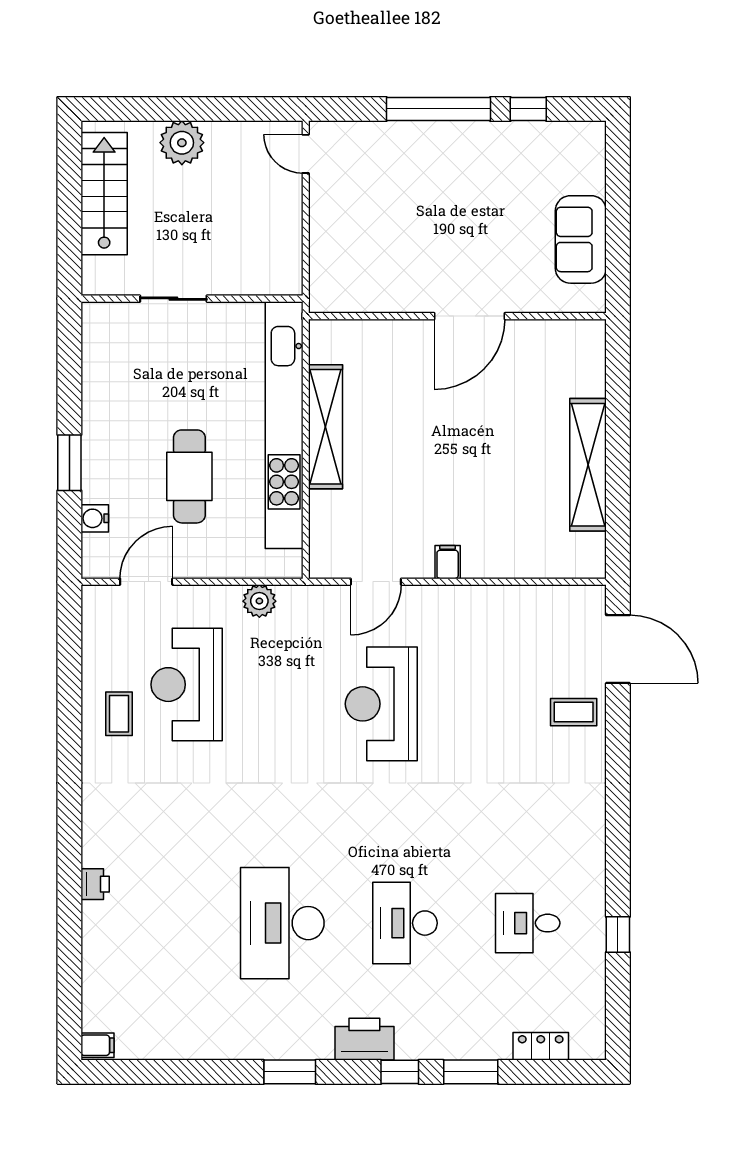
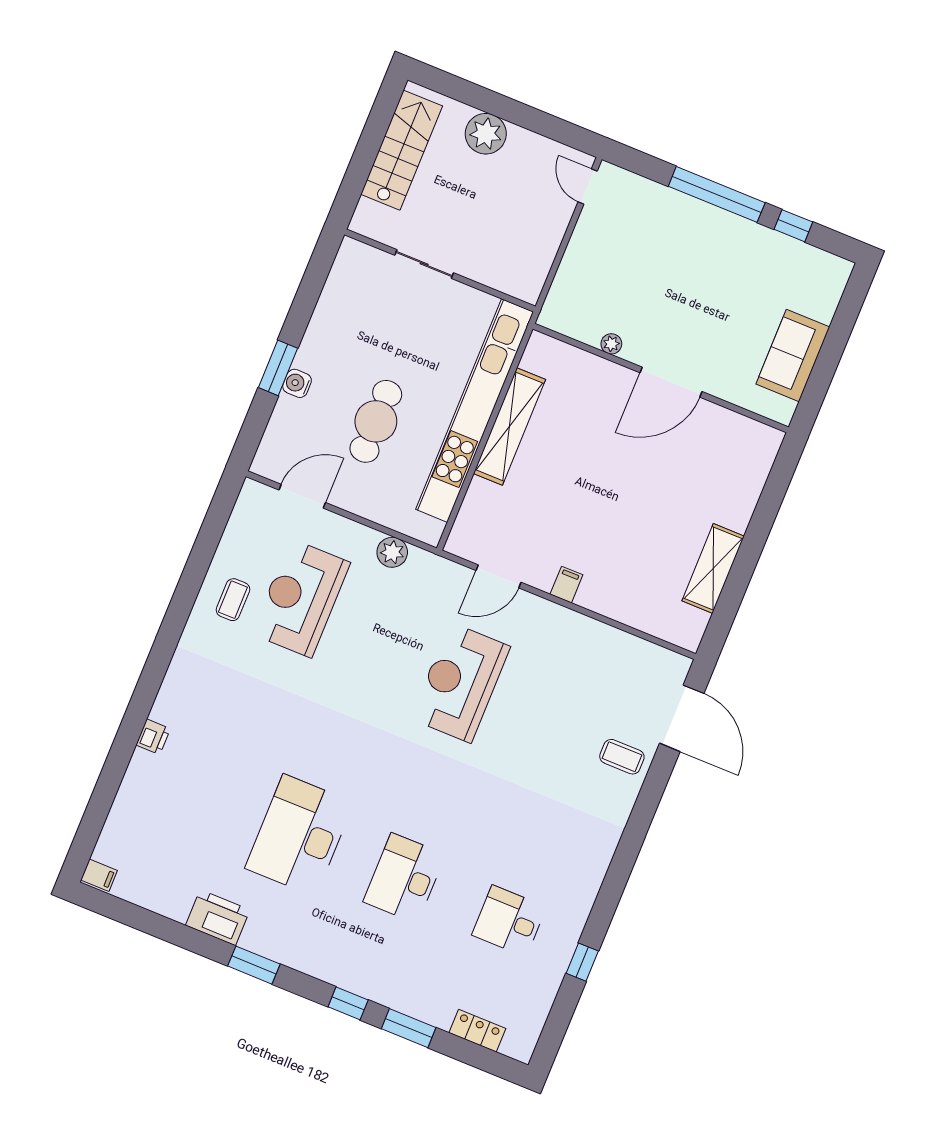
plant: (394, 302) -> (611, 344), added
shelving: (588, 465) -> (713, 569), width x0.68
water cooler: (95, 518) -> (297, 383), moved
printer: (364, 1039) -> (218, 918), moved

